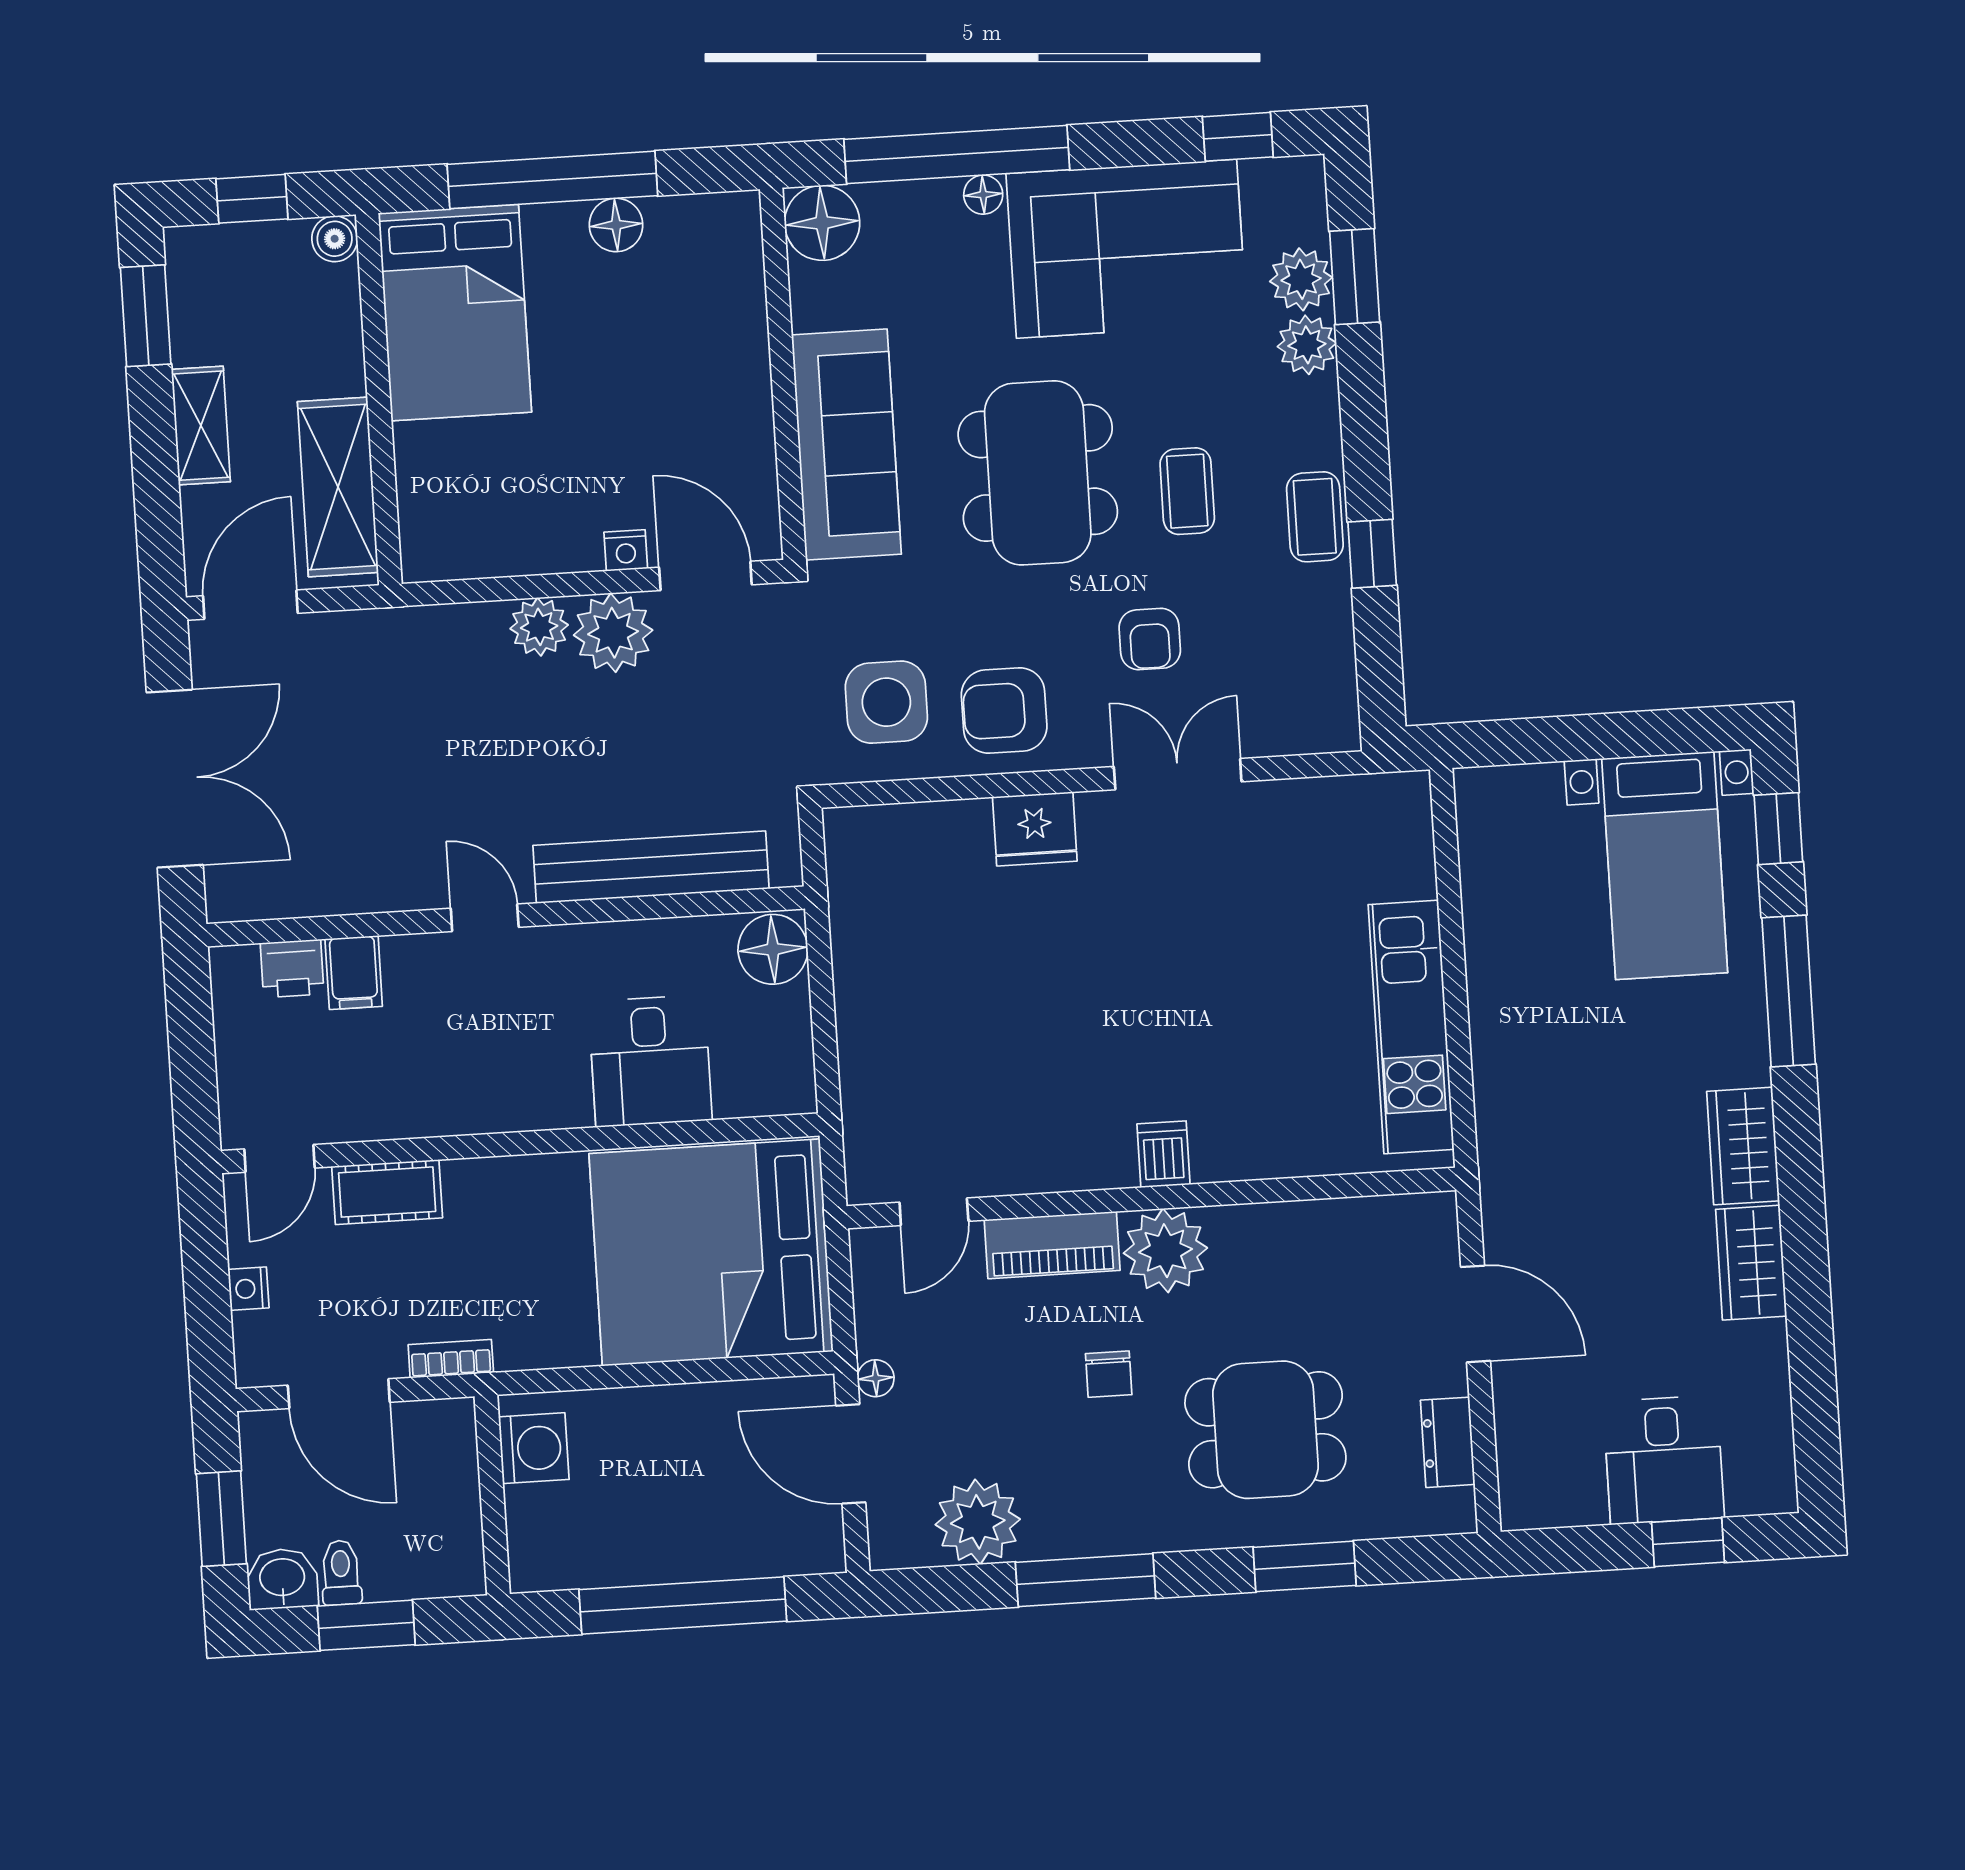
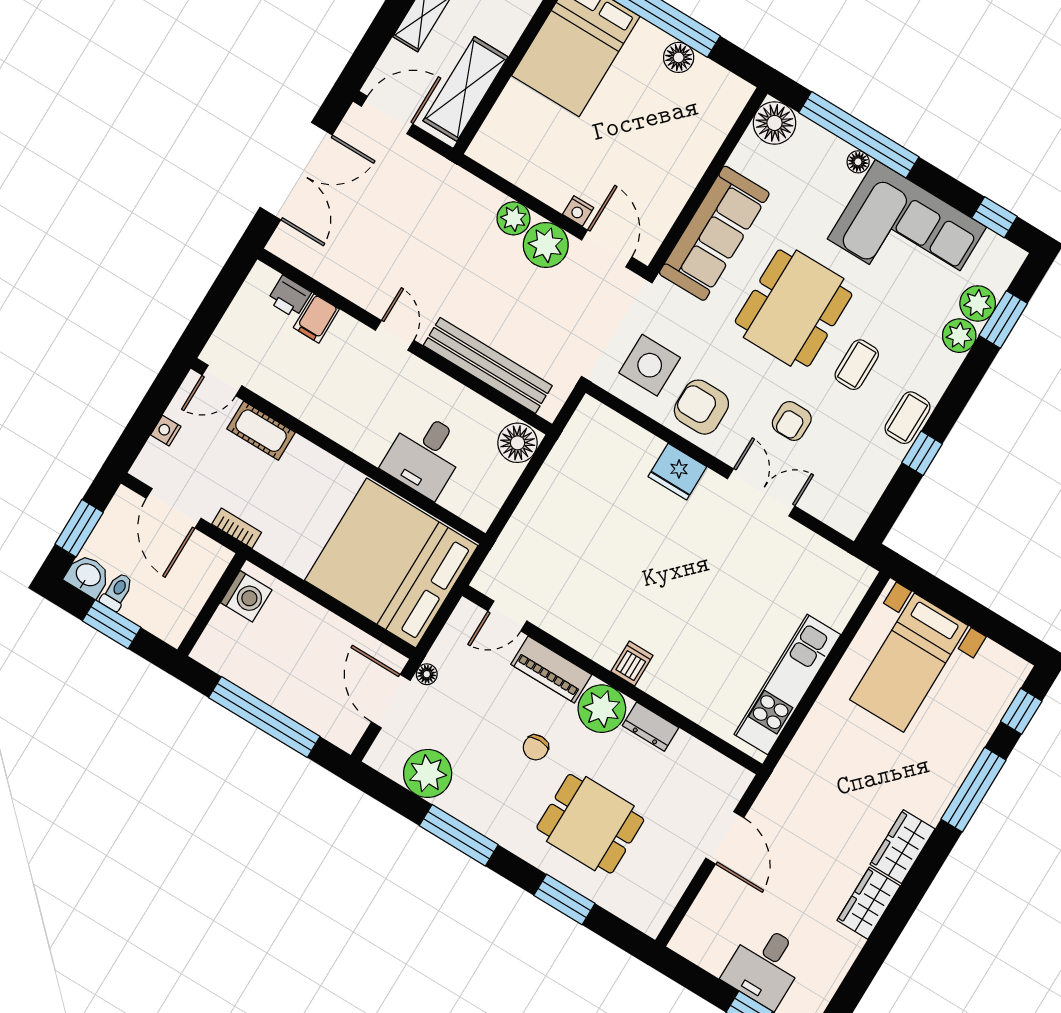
bed with nightstands: (1665, 866) -> (909, 663), moved
dresser: (1448, 1442) -> (651, 727), moved, turned -90

